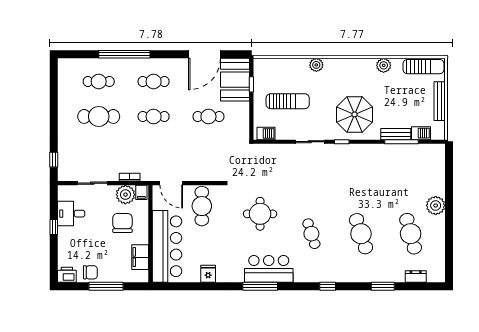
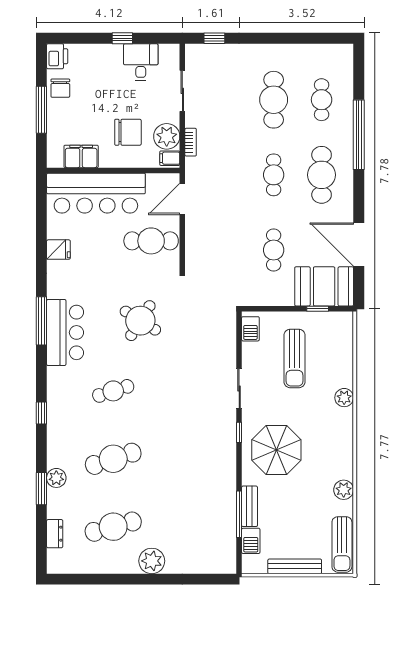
cafe table: (154, 81) -> (322, 175), width x1.37, depth x1.35
round table: (260, 214) -> (140, 321), turned 32
plant: (375, 275) -> (56, 478), added

